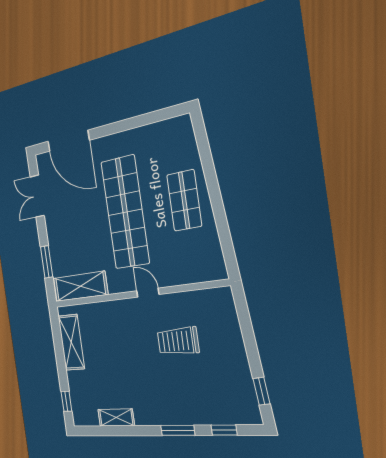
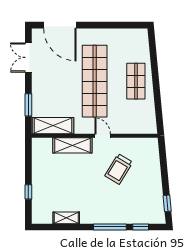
trolley: (178, 341) -> (119, 169), turned -59
shelving: (71, 342) -> (72, 145), moved, turned 90
window: (66, 401) -> (28, 192), moved
window: (178, 430) -> (110, 227), width x1.44

